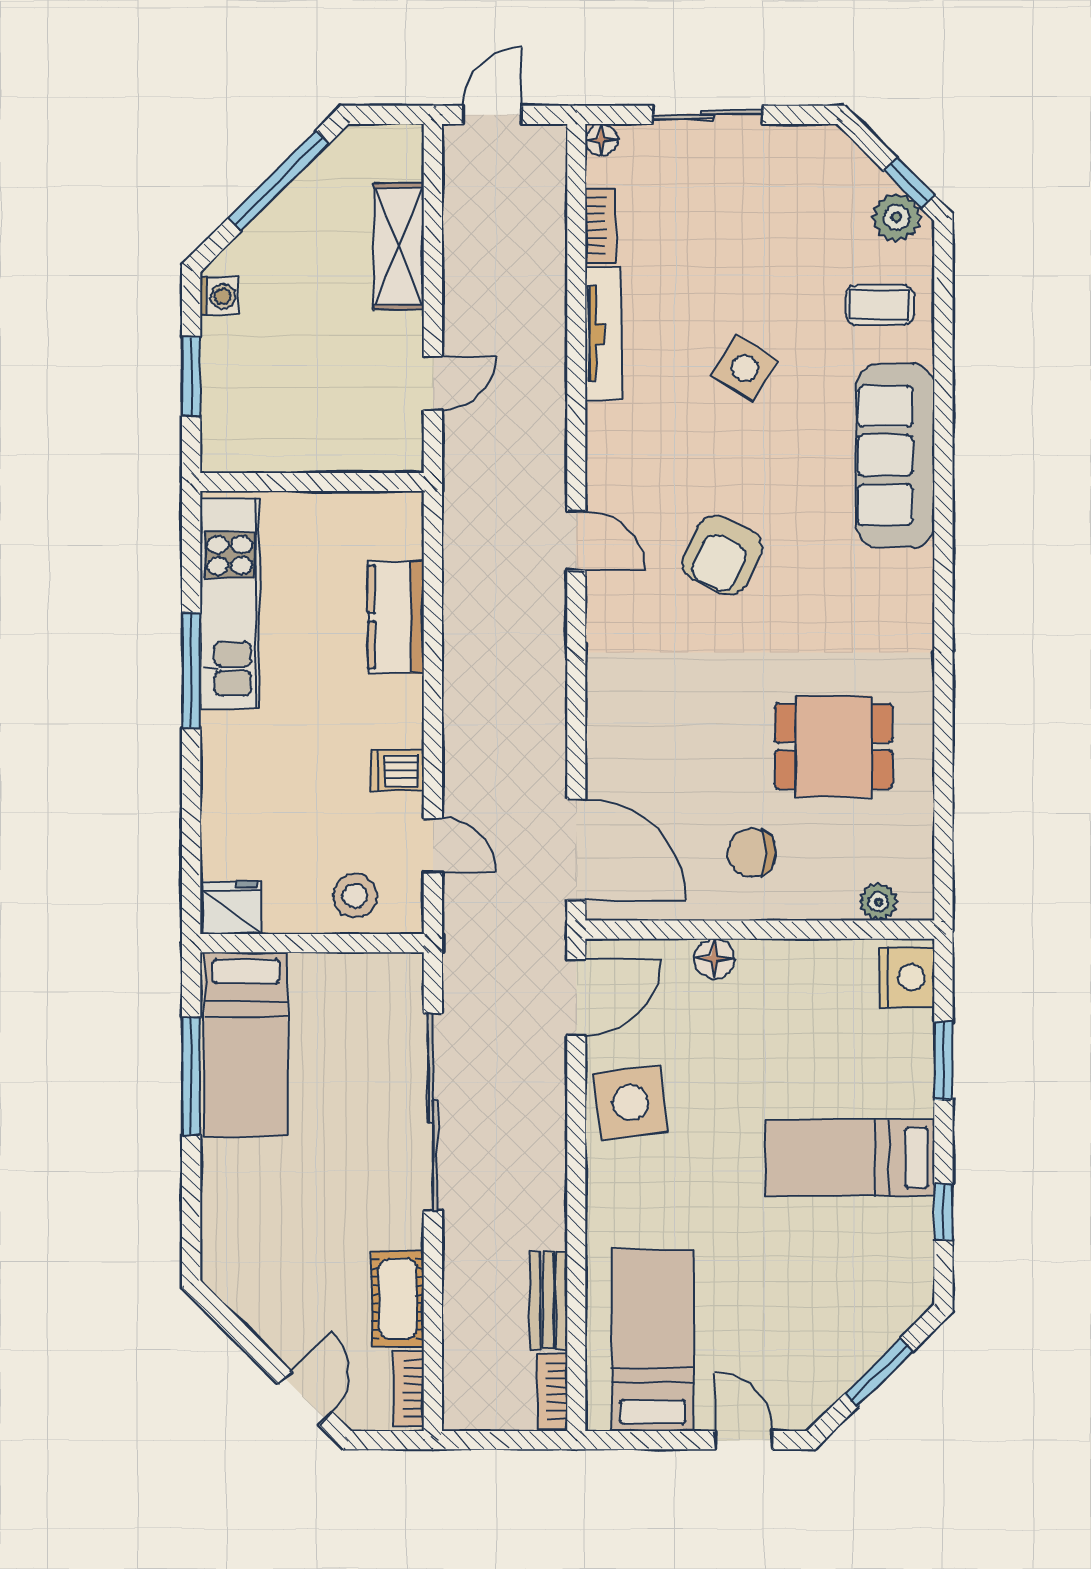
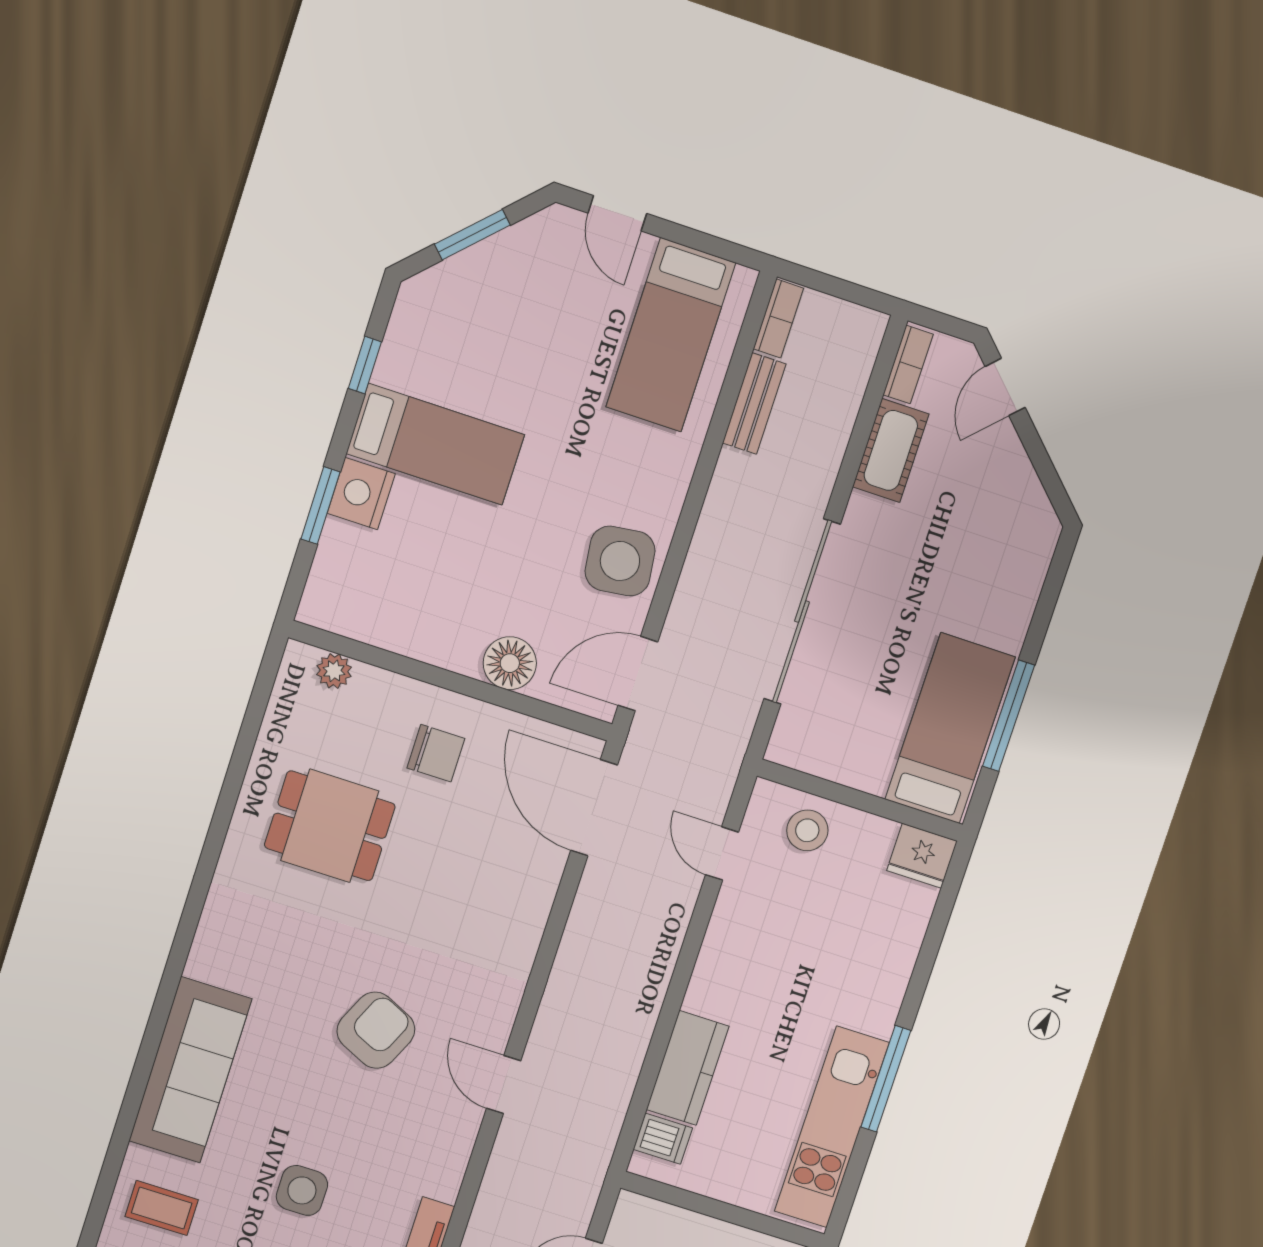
side table: (745, 368) -> (302, 1190), turned -32
dishwasher: (397, 770) -> (663, 1139), moved
floor lamp: (714, 959) -> (510, 663), width x1.38, depth x1.38
nightstand: (907, 977) -> (361, 494), moved

